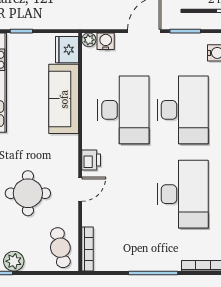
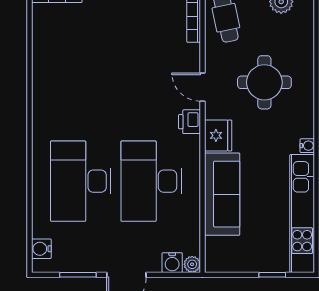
fridge: (67, 50) -> (218, 135), moved
door: (80, 189) -> (203, 87), hinge flipped
desk: (183, 194) -> (81, 81), removed

